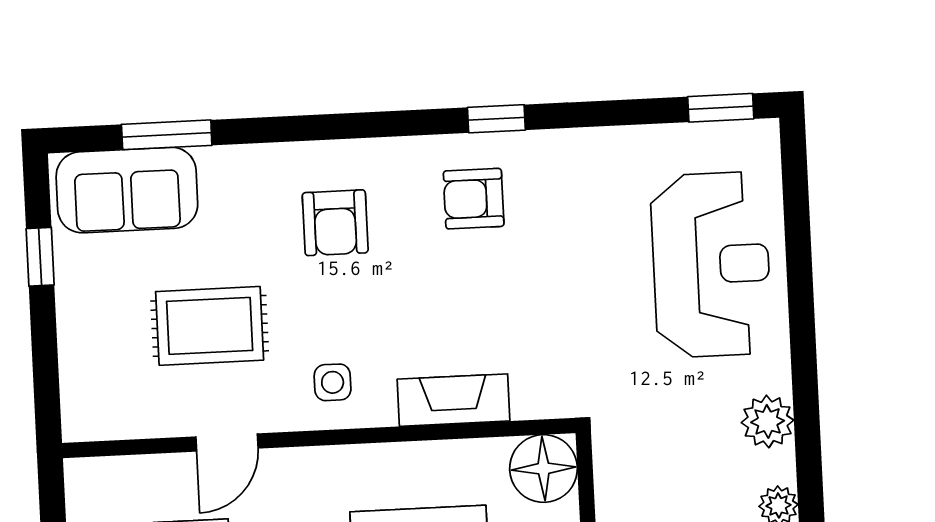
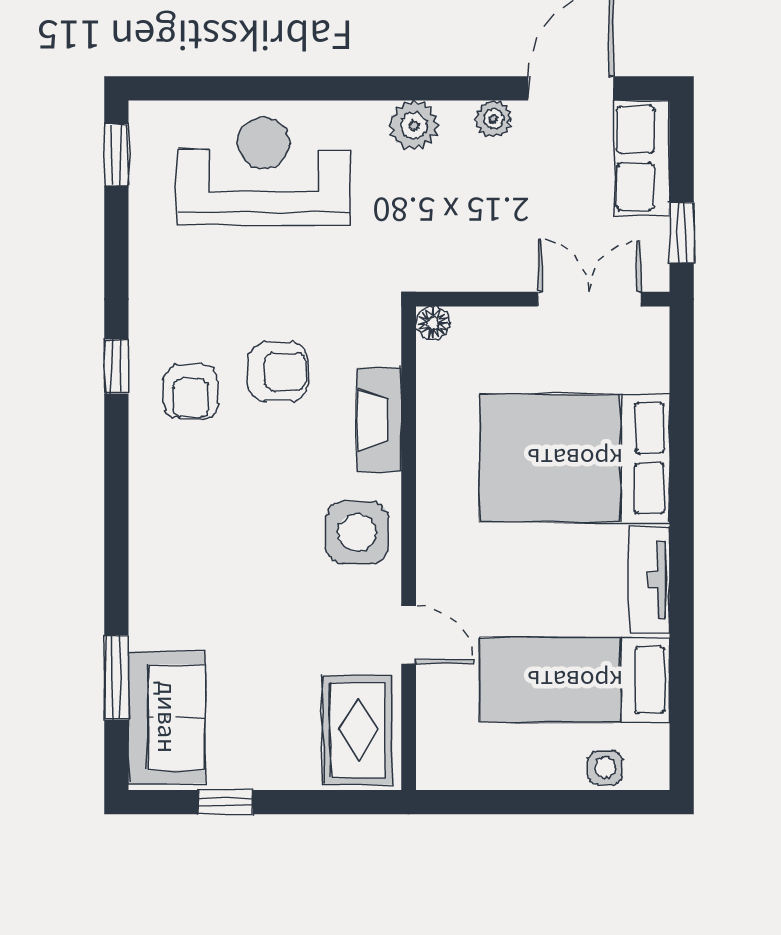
armchair: (335, 223) -> (278, 372), moved
rug: (210, 326) -> (358, 730), moved
side table: (333, 382) -> (357, 533), width x1.87, depth x1.87
floor lamp: (544, 469) -> (433, 323), width x0.53, depth x0.53

